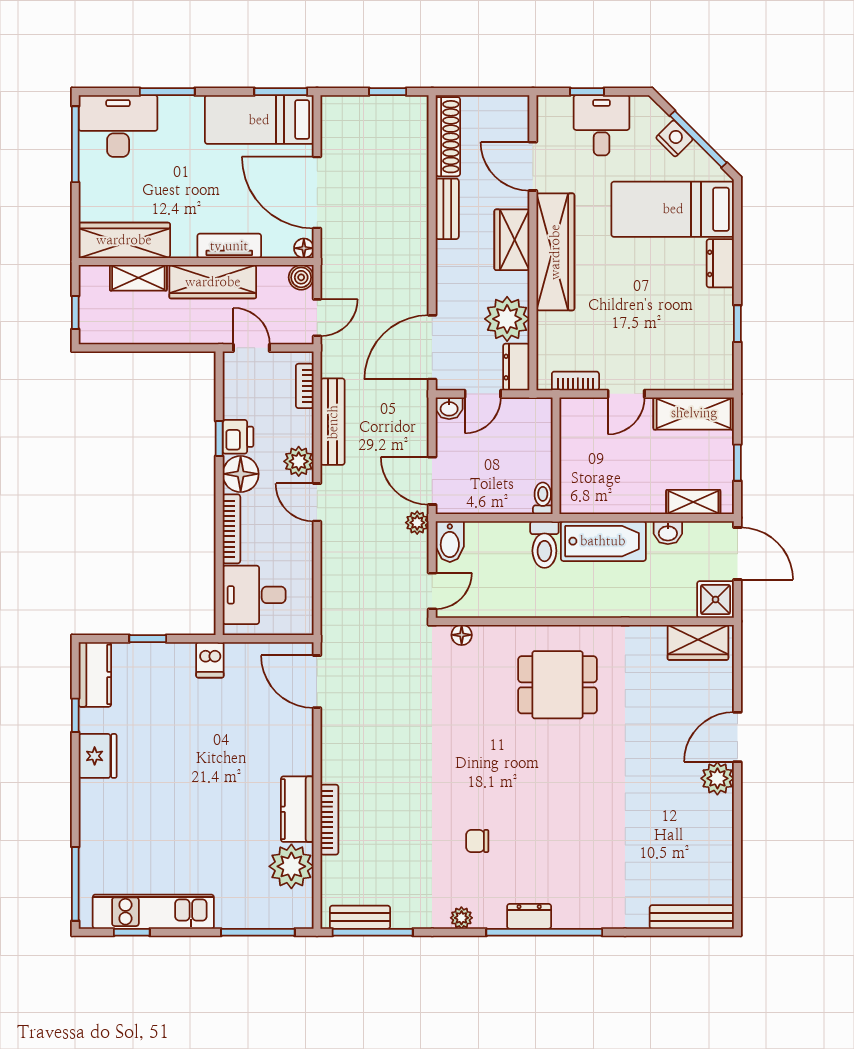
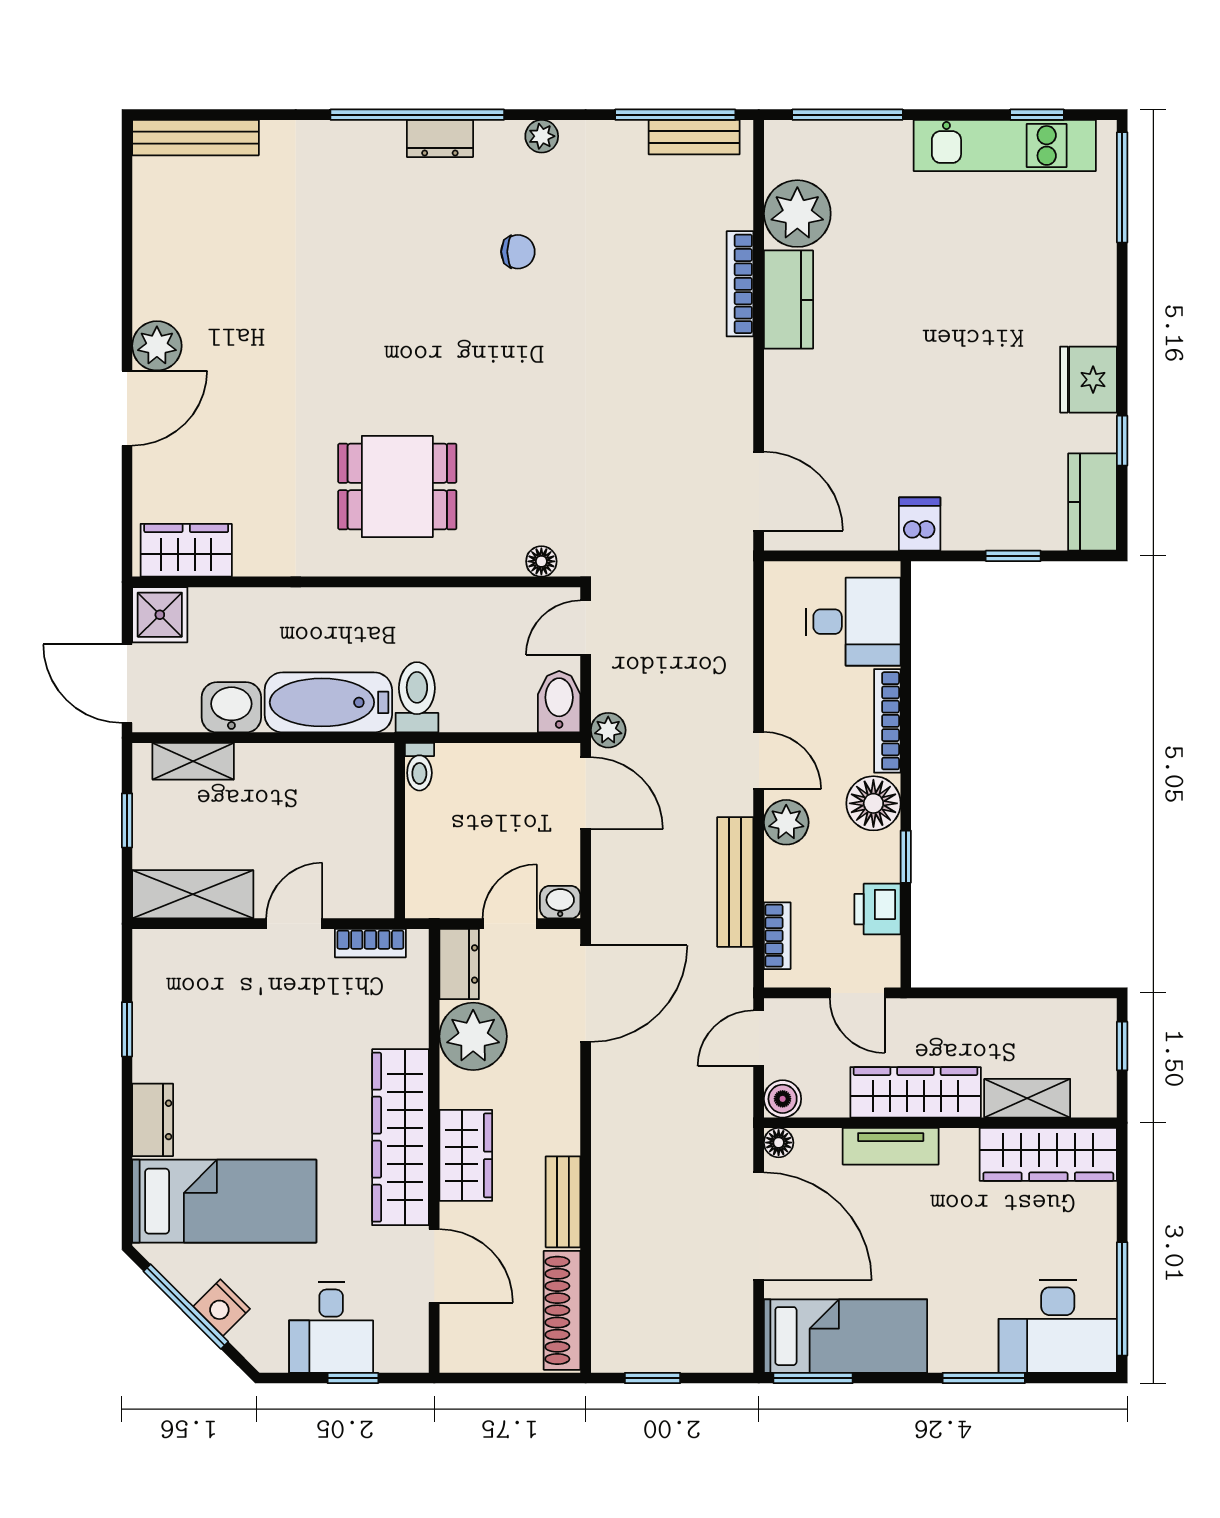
printer: (238, 437) -> (878, 909), moved
washbasin: (668, 533) -> (231, 707), width x1.38, depth x1.45

